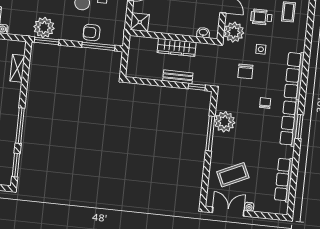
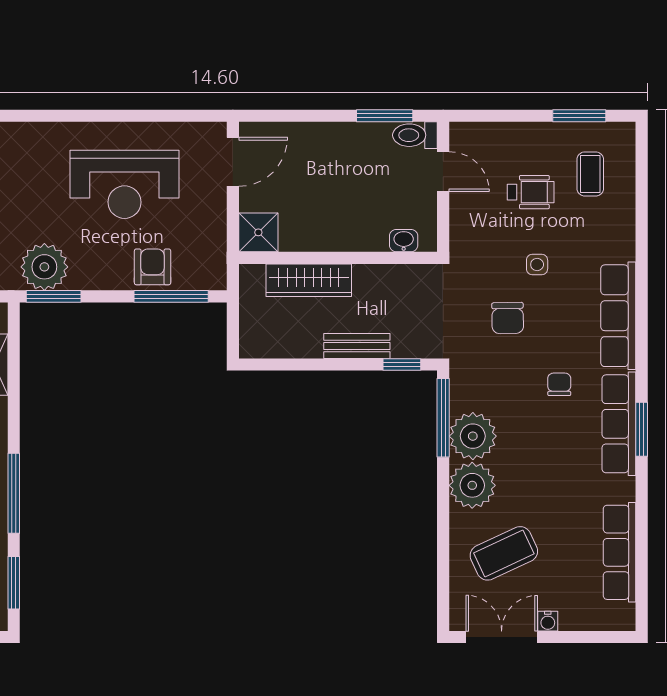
wheelchair: (261, 17) -> (531, 192), turned 180
plant: (234, 32) -> (472, 485), moved
armchair: (92, 33) -> (153, 267), turned 90
wardrobe: (177, 47) -> (309, 280), moved
window: (210, 133) -> (443, 418), moved

